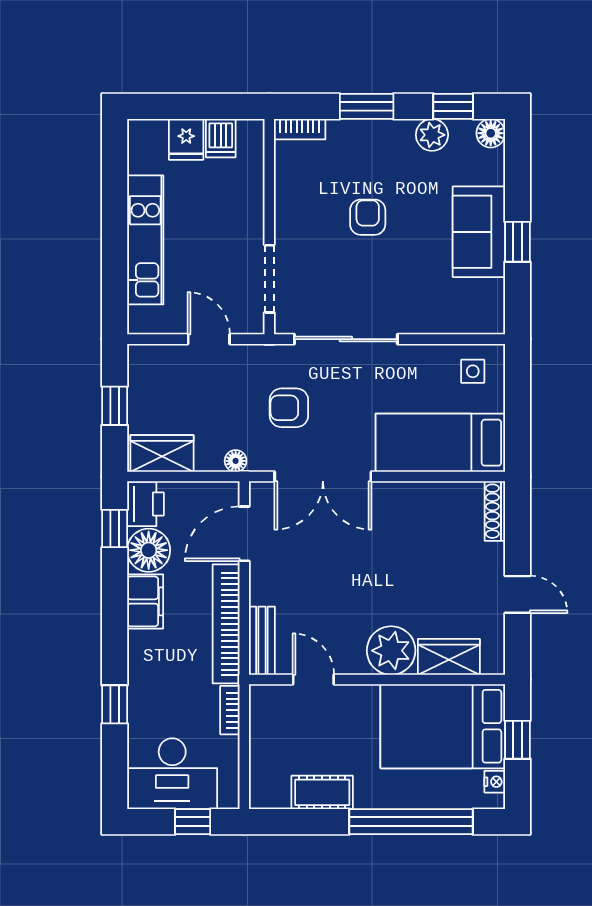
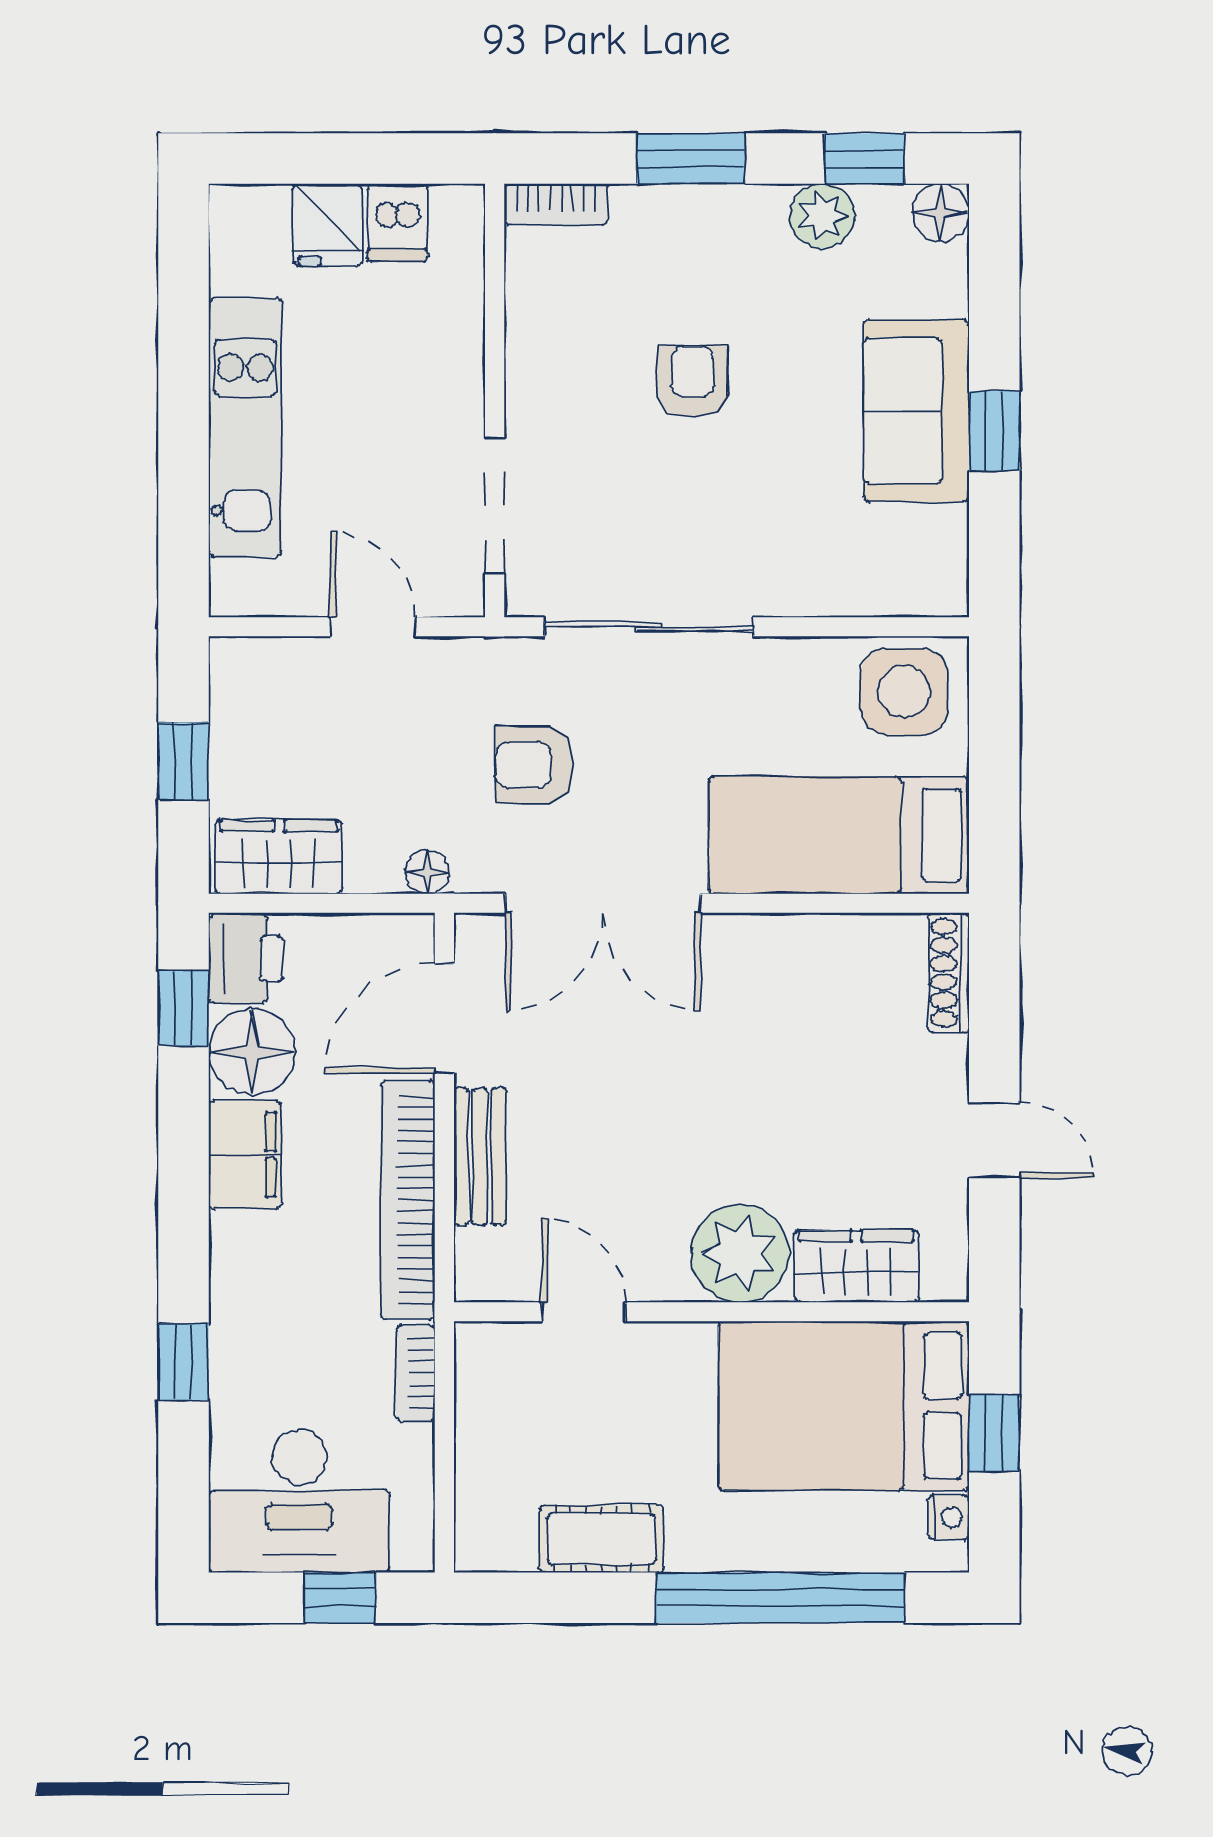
side table: (473, 371) -> (904, 692), width x1.87, depth x1.87
bench: (262, 641) -> (480, 1157), moved

